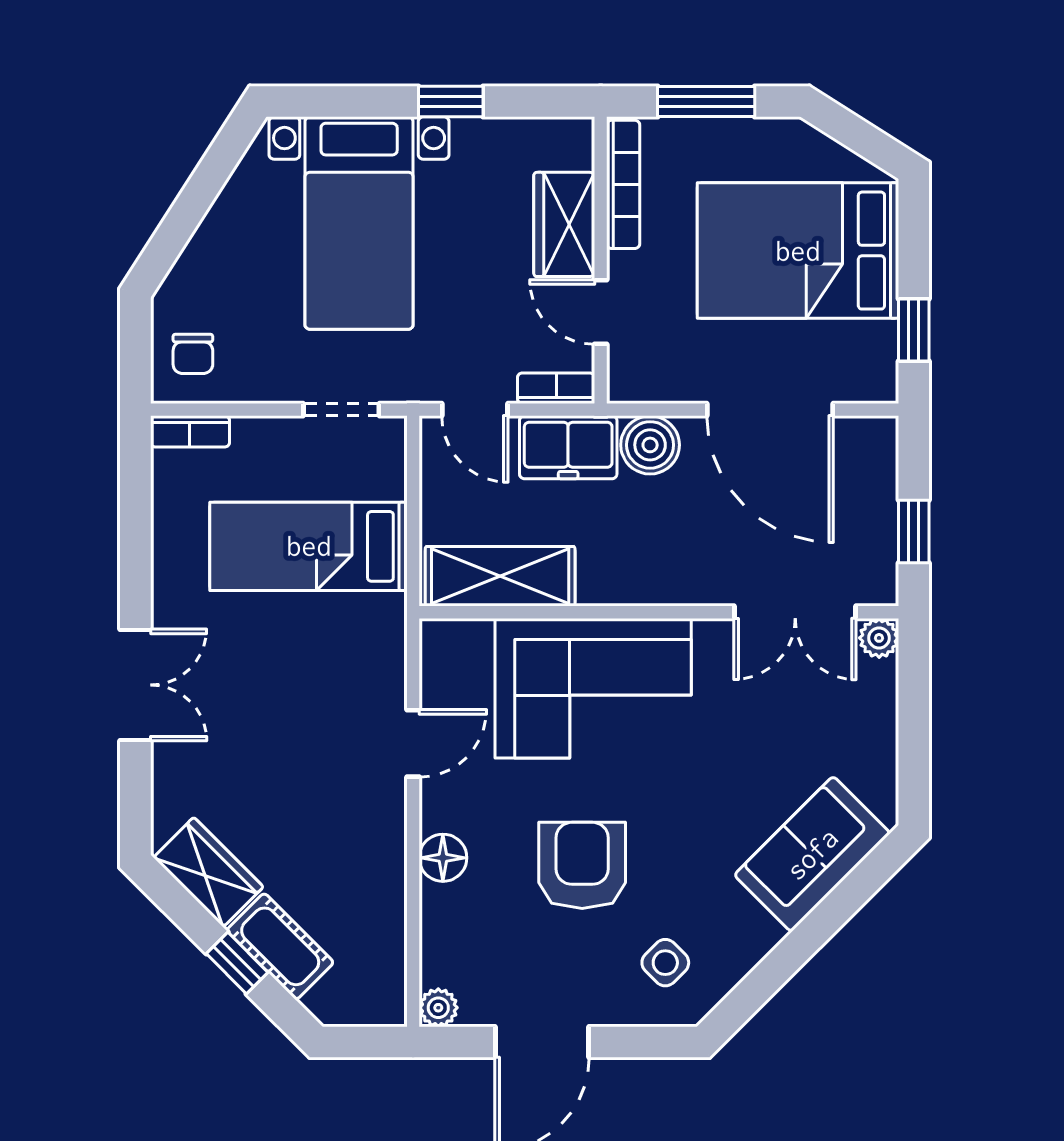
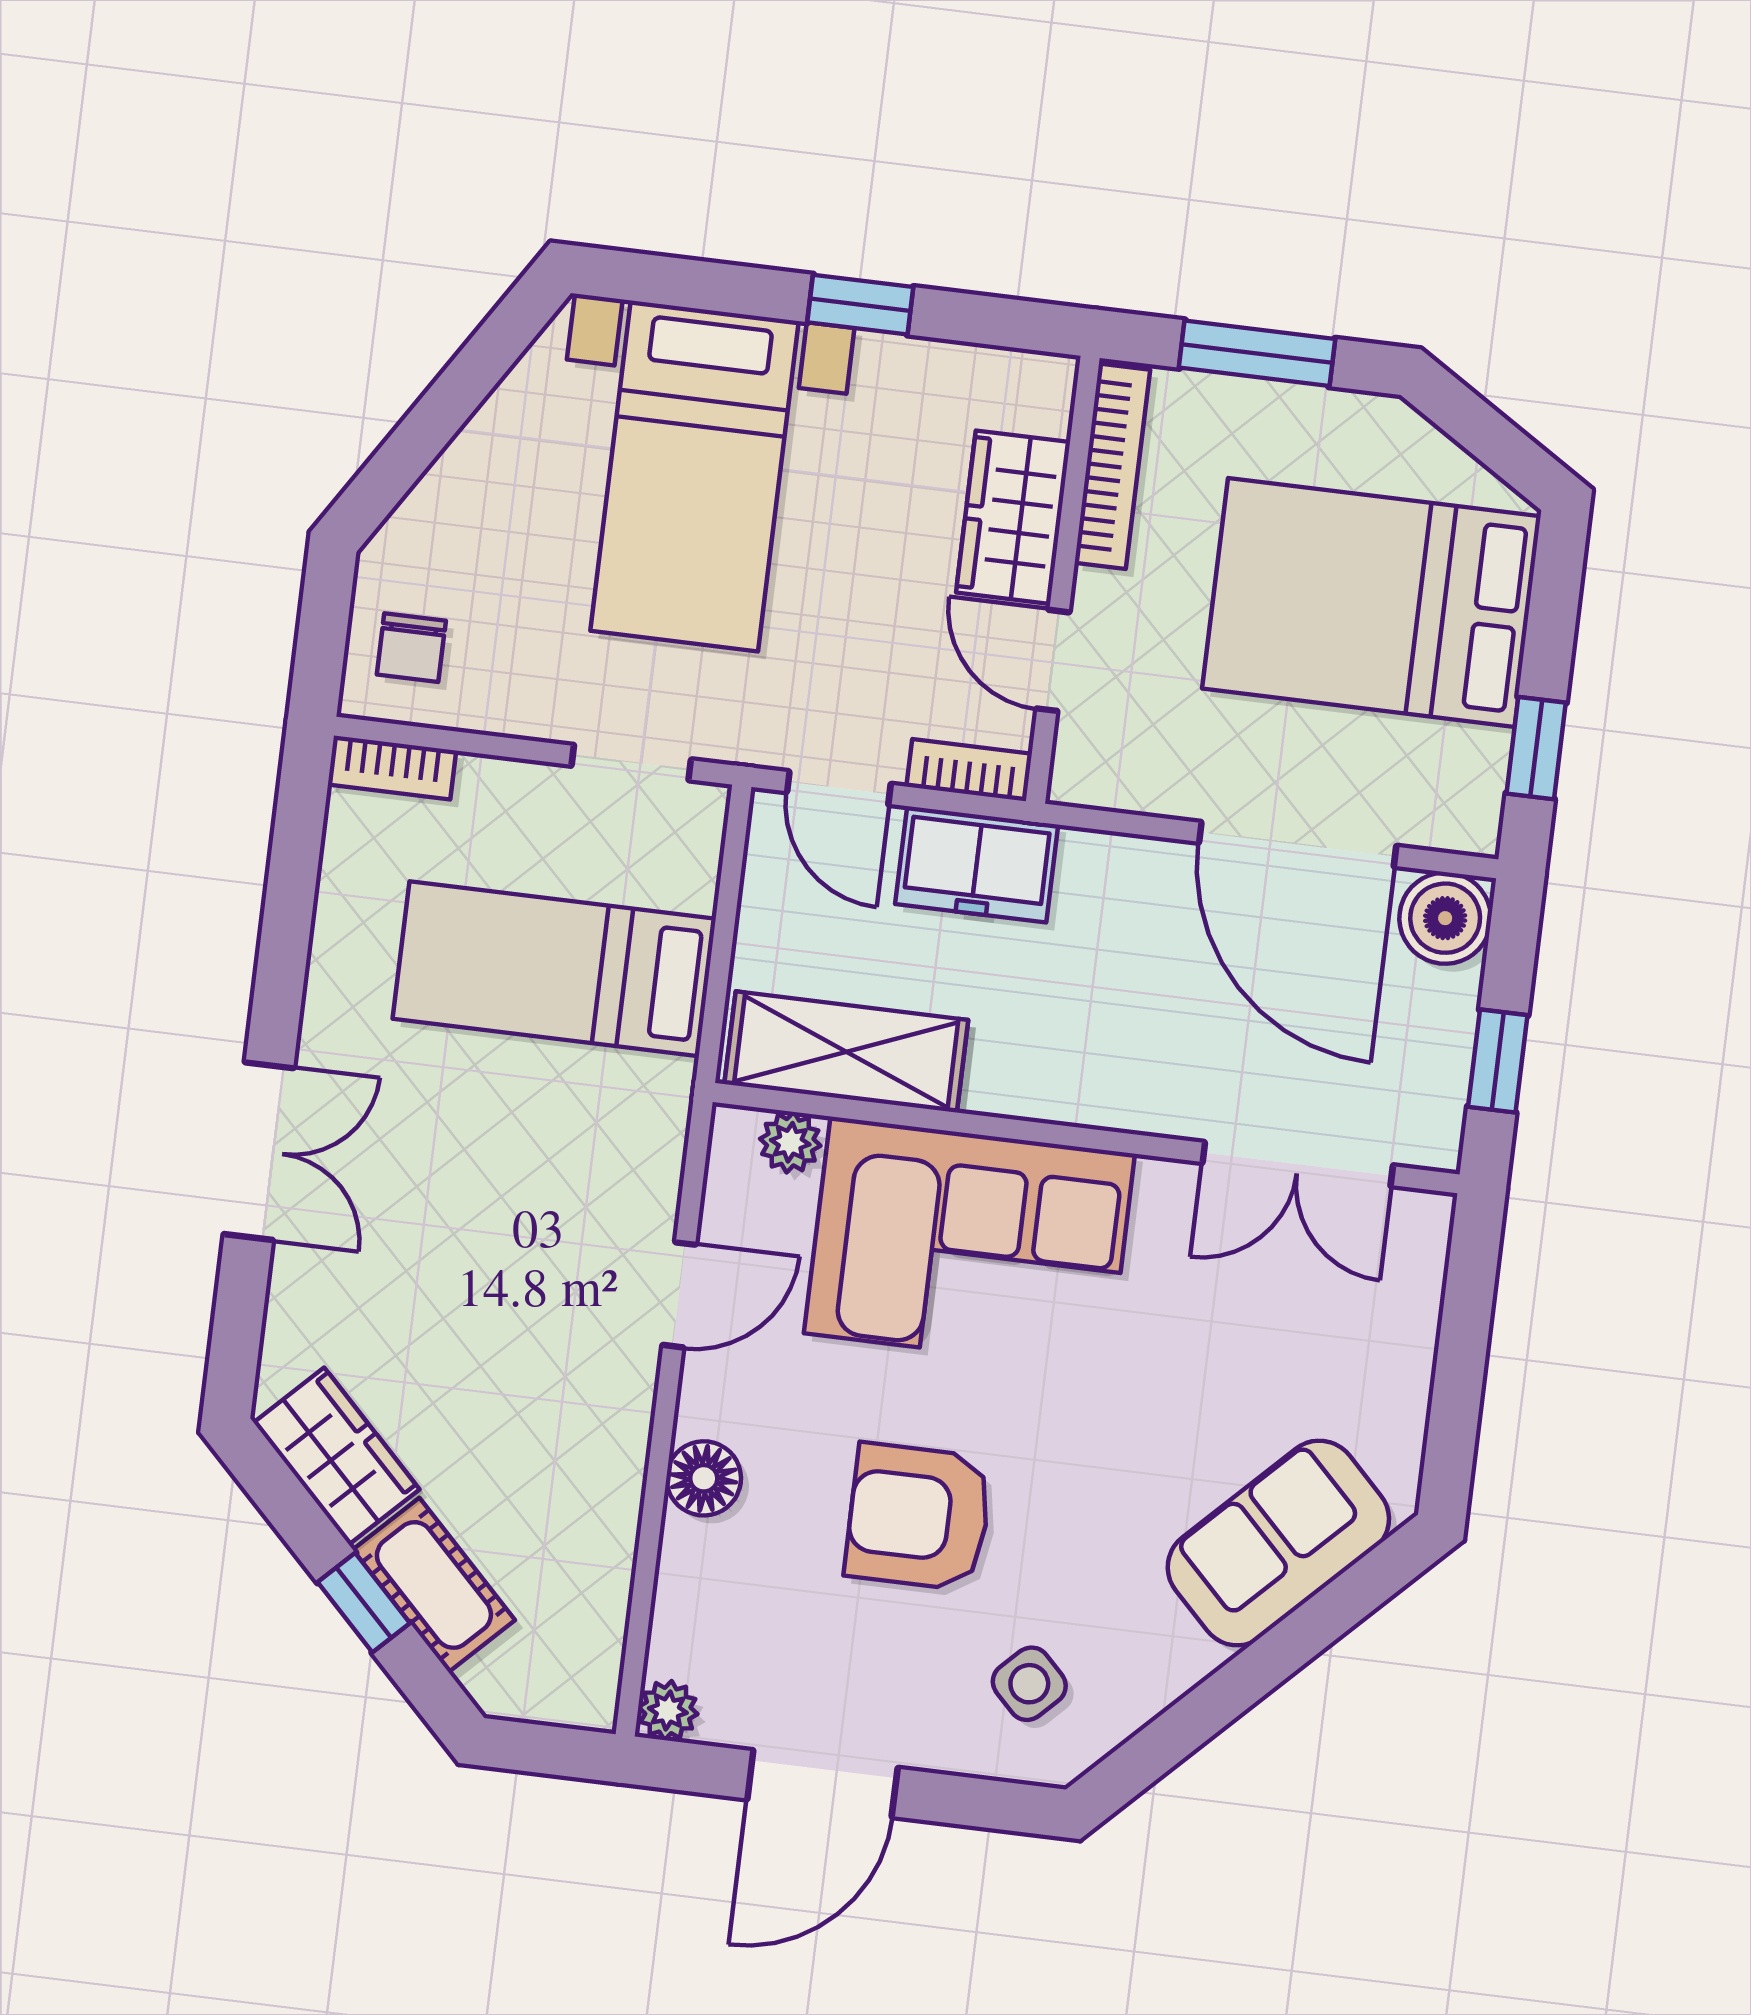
boiler: (650, 445) -> (1445, 918), moved
plant: (879, 638) -> (790, 1142), moved
armchair: (582, 865) -> (919, 1517), turned -90

